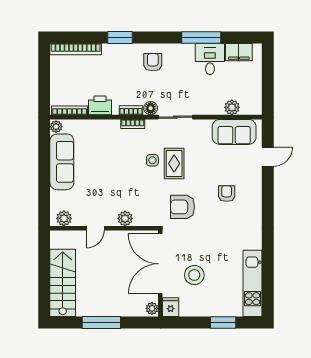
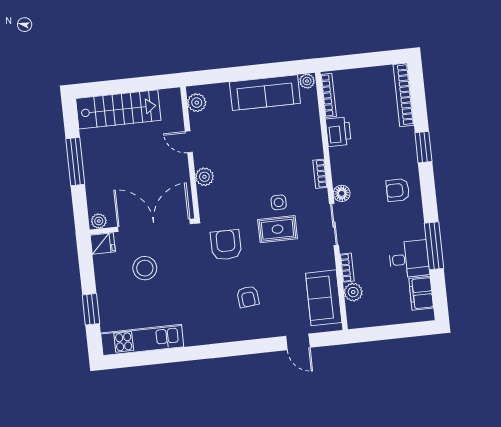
armchair: (153, 62) -> (398, 190), turned 180
bookcase: (131, 110) -> (347, 268), moved
armchair: (227, 194) -> (248, 297), turned 84

